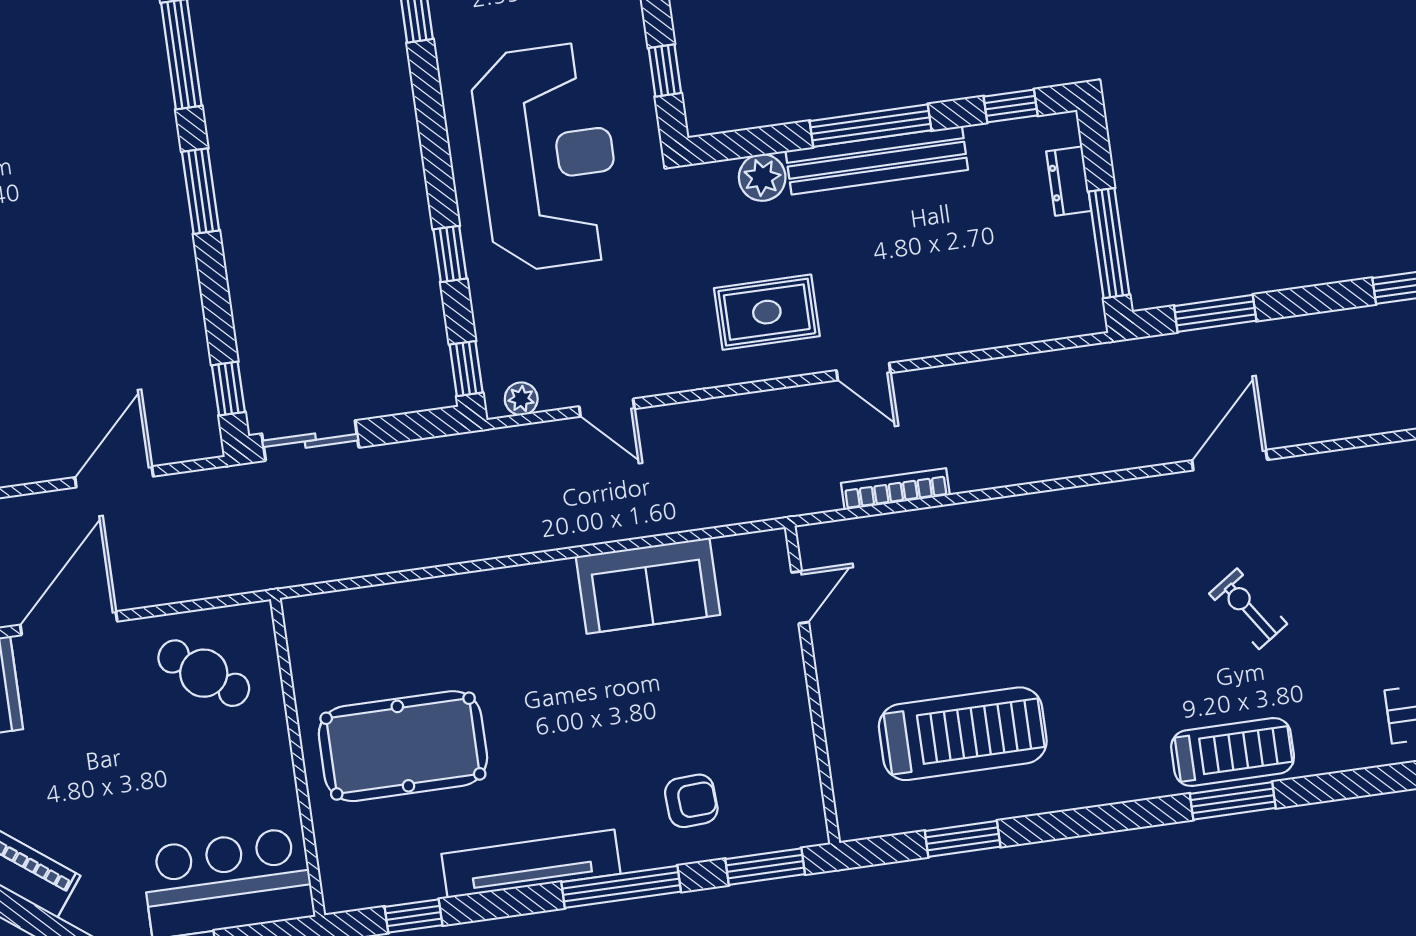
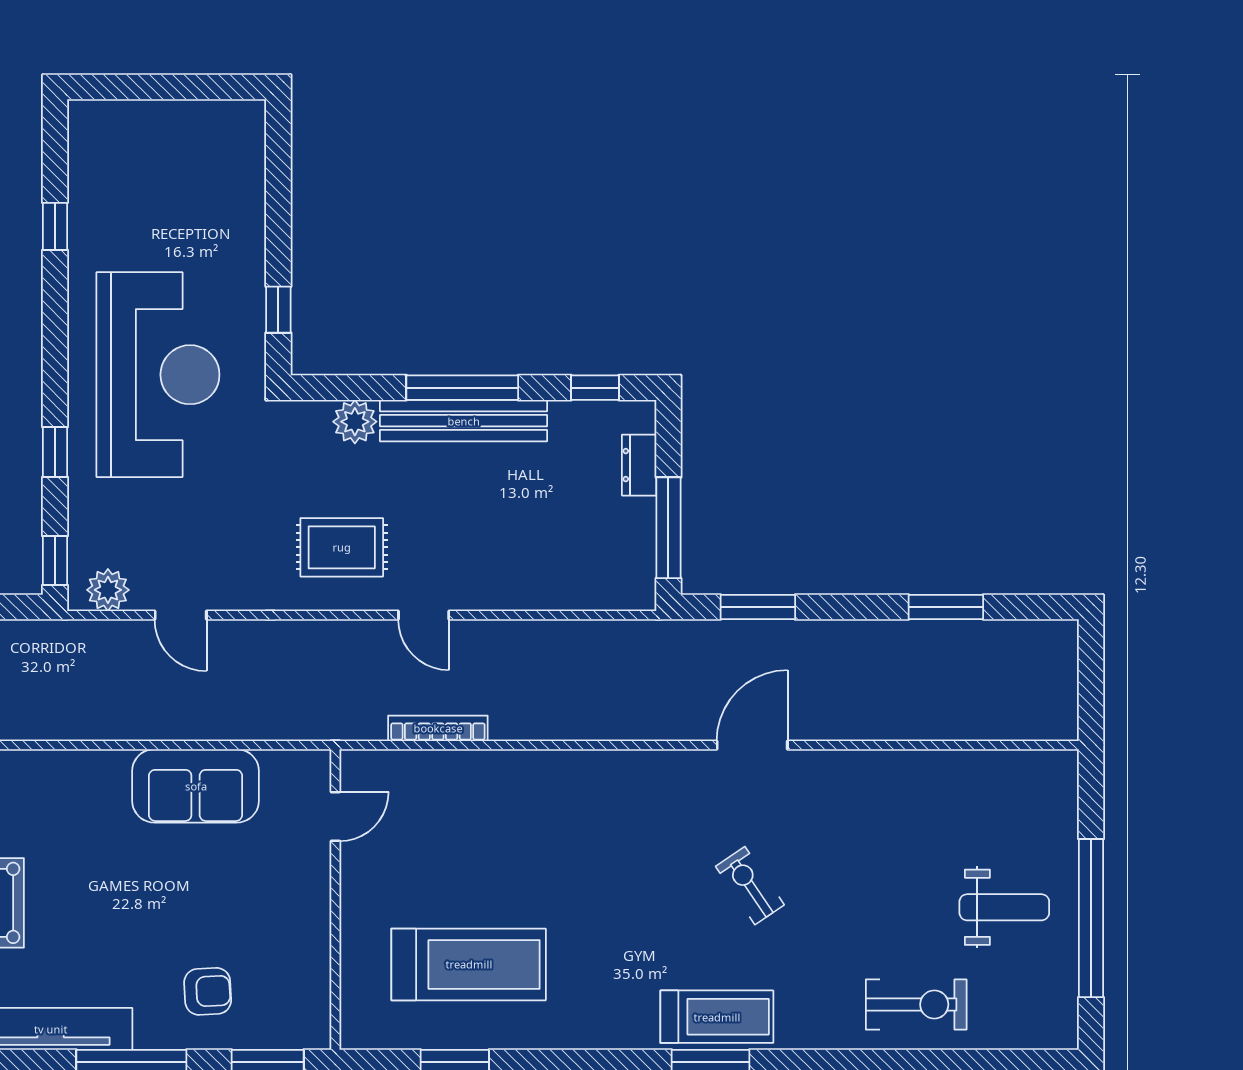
plant: (521, 399) -> (108, 590), width x1.38, depth x1.38

